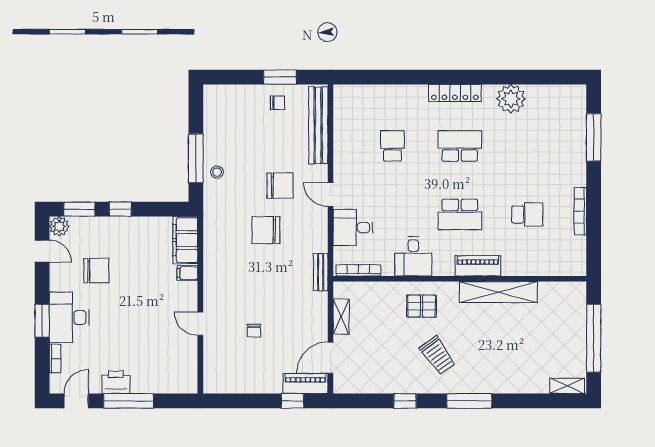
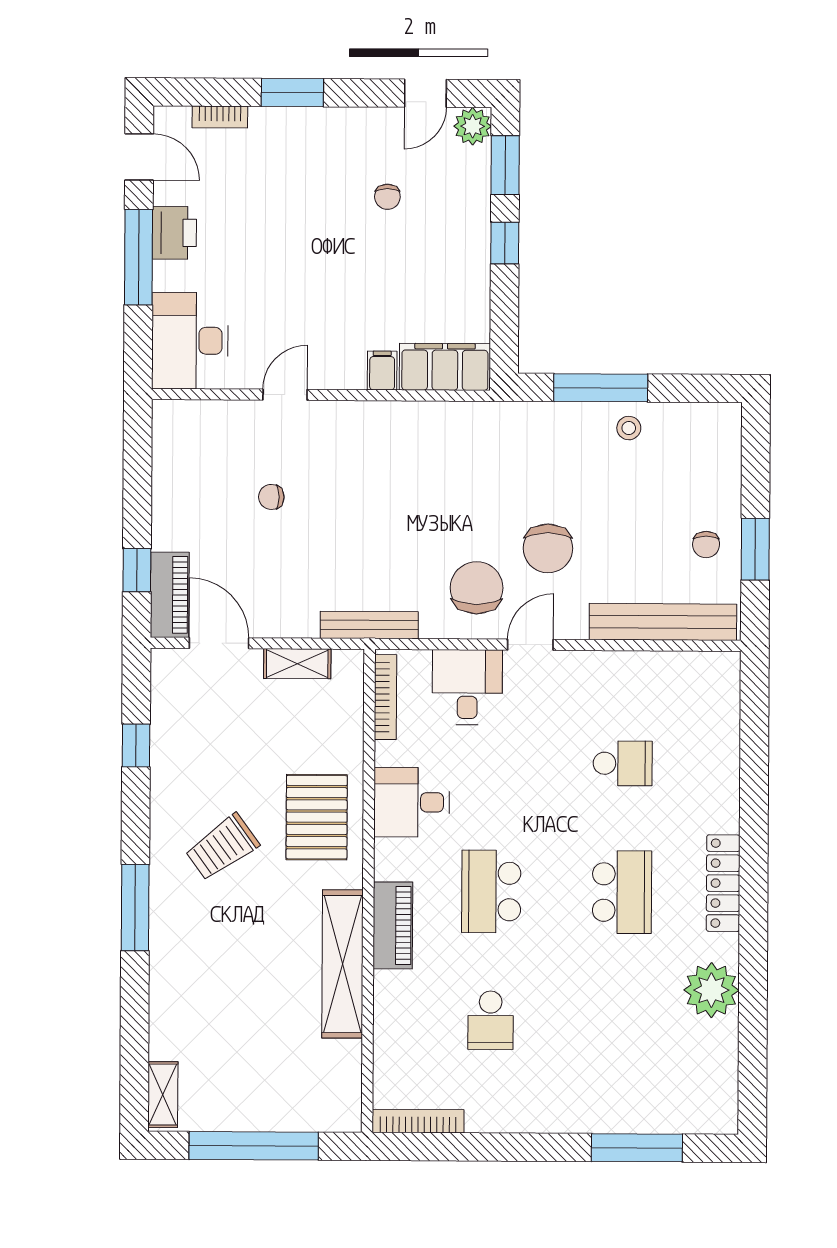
stool: (217, 172) -> (629, 428), moved
bookcase: (580, 211) -> (418, 1121), moved
chair: (266, 230) -> (477, 588), moved
chair: (96, 271) -> (387, 197), width x0.54, depth x0.54
bench: (321, 272) -> (369, 625), width x1.36
pallet: (421, 306) -> (317, 817), width x1.50, depth x1.42
desk: (69, 317) -> (190, 341), moved, turned -90
window: (405, 401) -> (136, 745), moved

